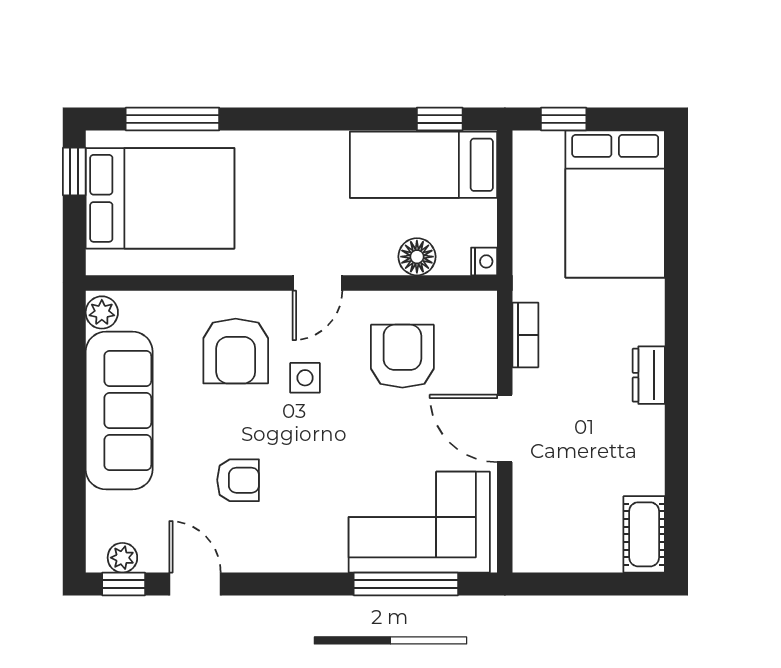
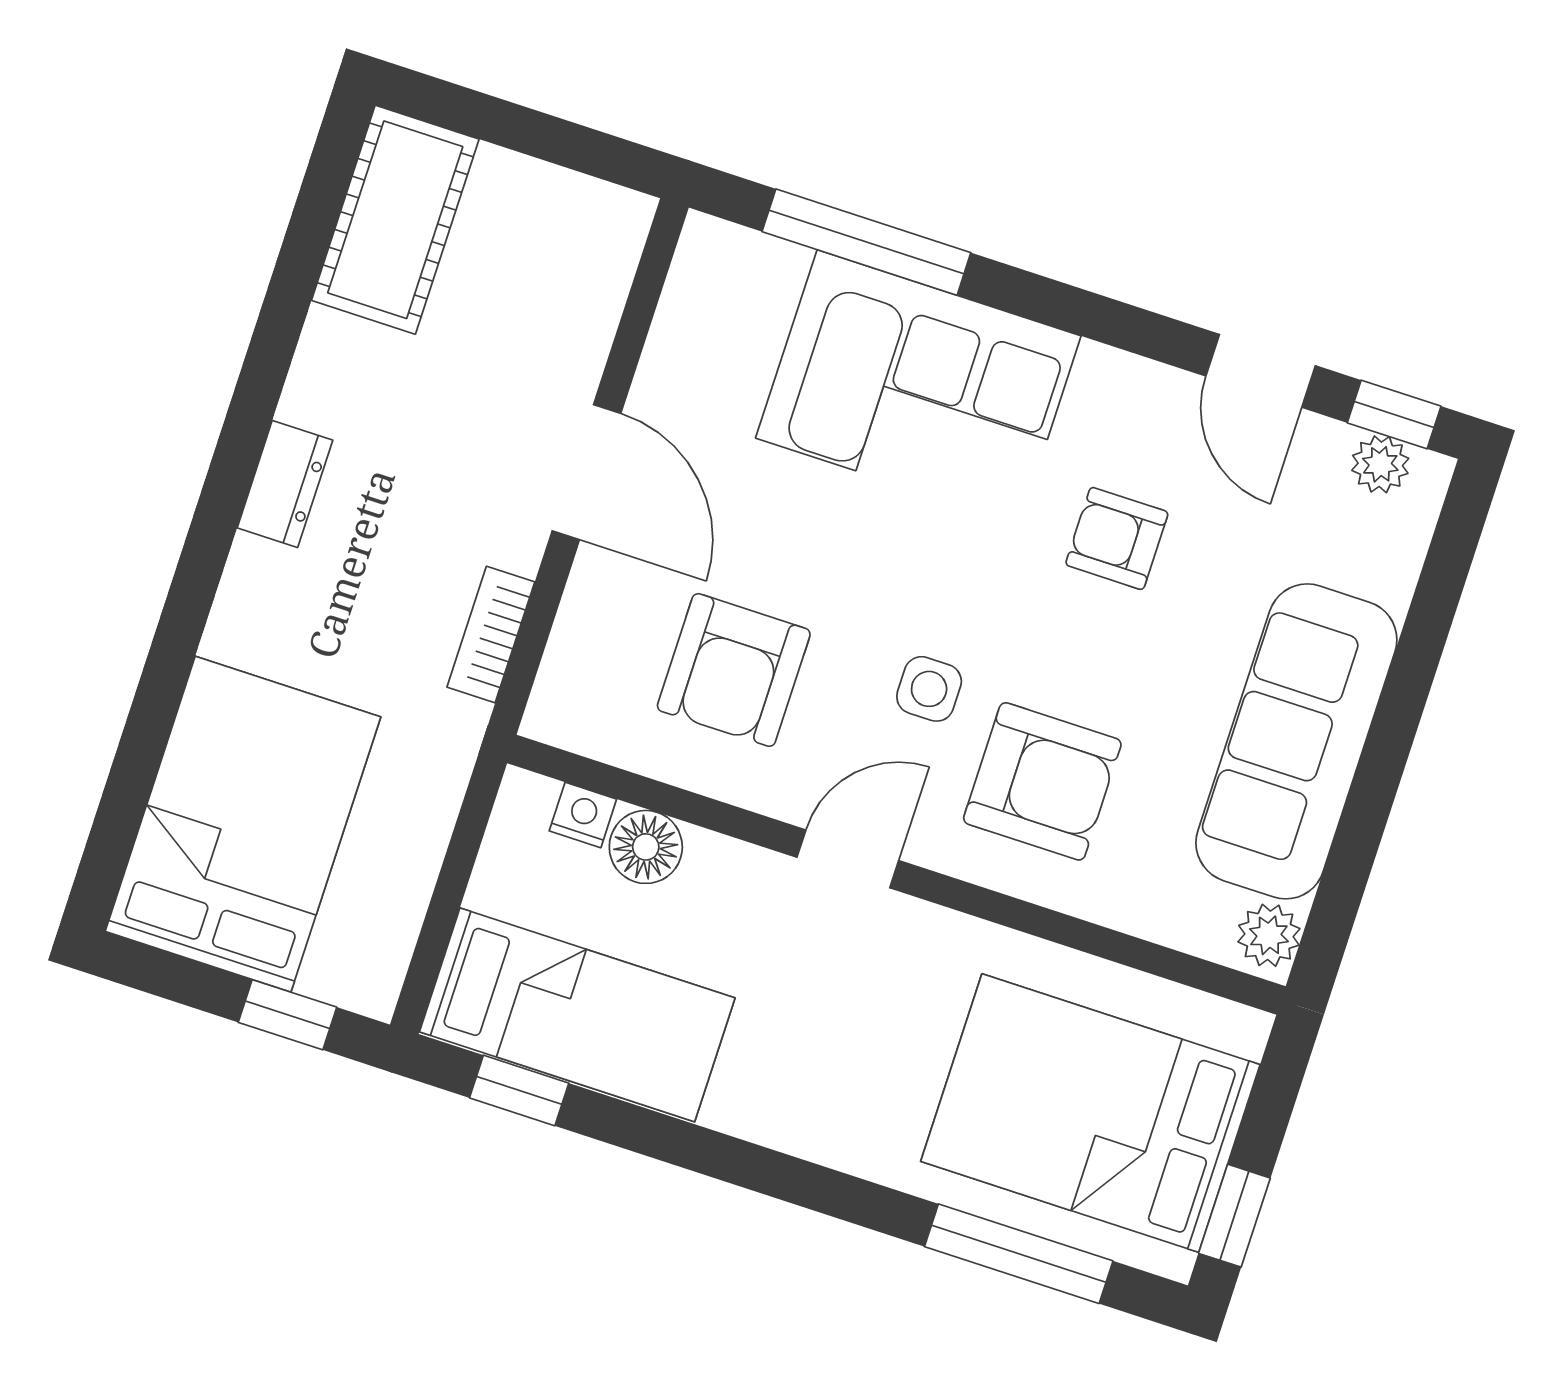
nightstand: (484, 261) -> (583, 815), moved, turned 90
armchair: (236, 351) -> (1042, 781), turned 90
corner sofa: (419, 522) -> (918, 387), moved
cot: (644, 534) -> (395, 220), width x1.37, depth x1.34

